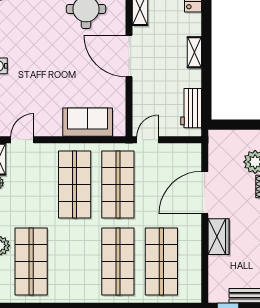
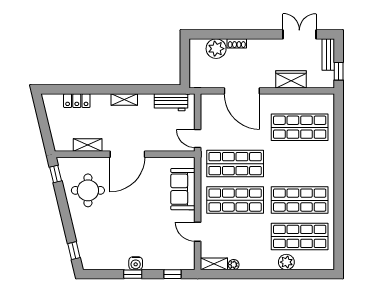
door: (22, 140) -> (198, 232), moved
wardrobe: (219, 237) -> (291, 79), moved
shop shelf: (118, 262) -> (300, 200), moved

